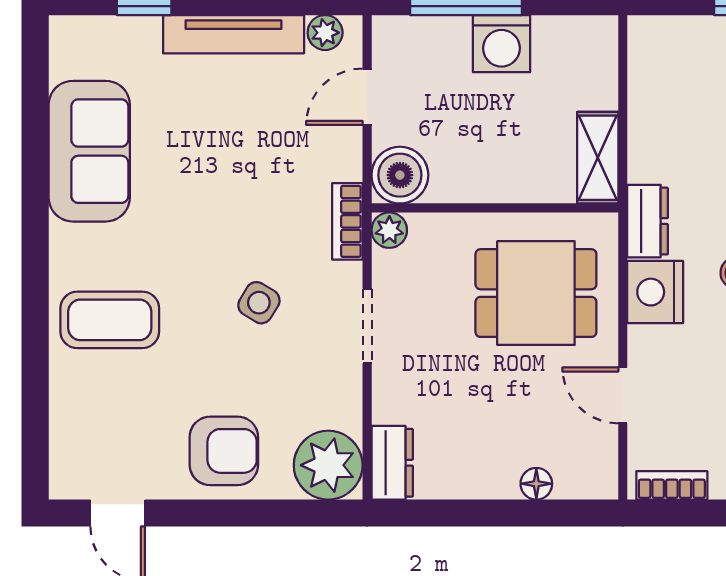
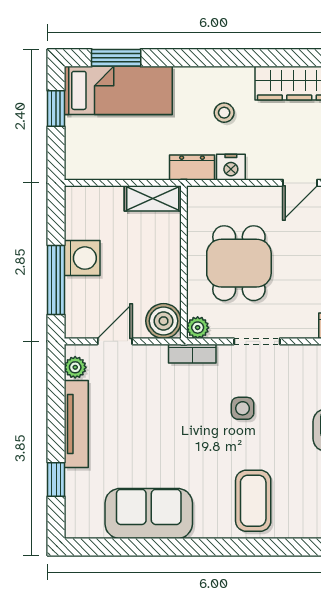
door: (367, 97) -> (115, 341), swing flipped
nightstand: (655, 292) -> (231, 167), width x0.74, depth x0.75
dining table: (536, 293) -> (239, 263), moved
side table: (259, 303) -> (243, 408), turned -31

